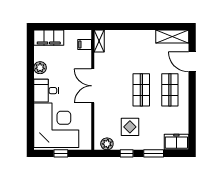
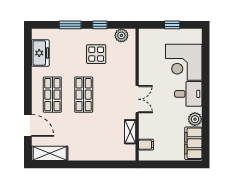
filing cabinet: (49, 38) -> (193, 143), moved, turned -90
shelving: (99, 41) -> (130, 132), moved
double door: (93, 86) -> (137, 99), width x0.73
corner desk: (56, 125) -> (184, 62), width x0.74, depth x0.74
freezer: (176, 142) -> (40, 53), moved, turned -90

